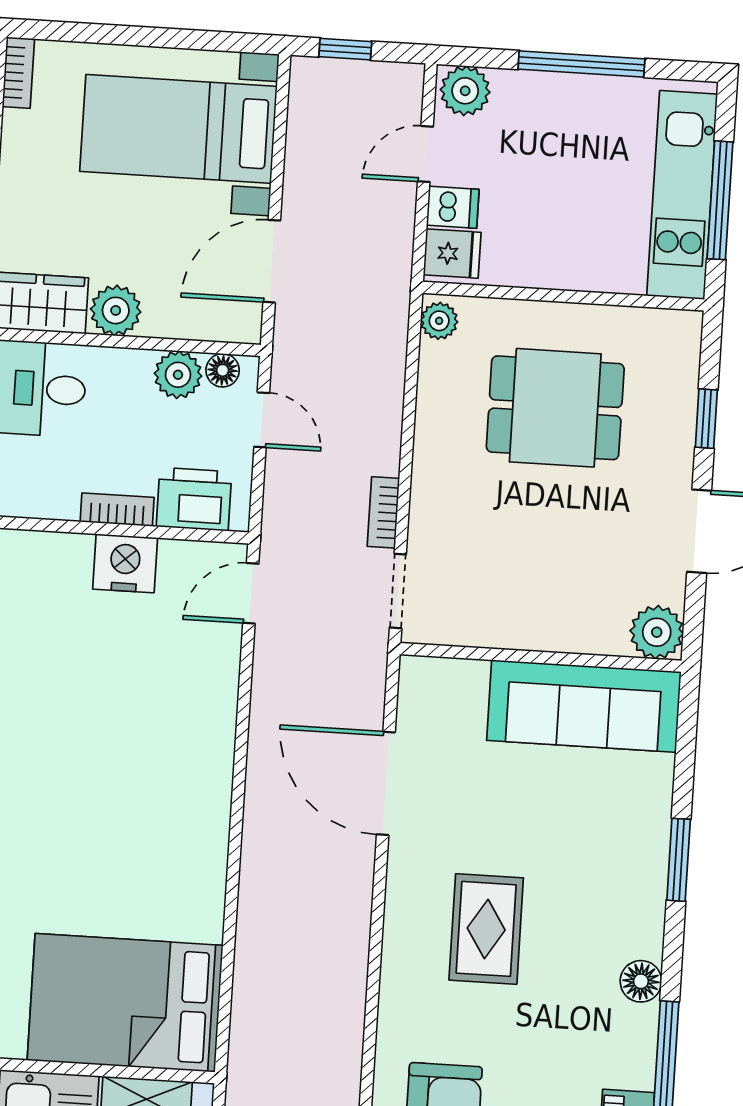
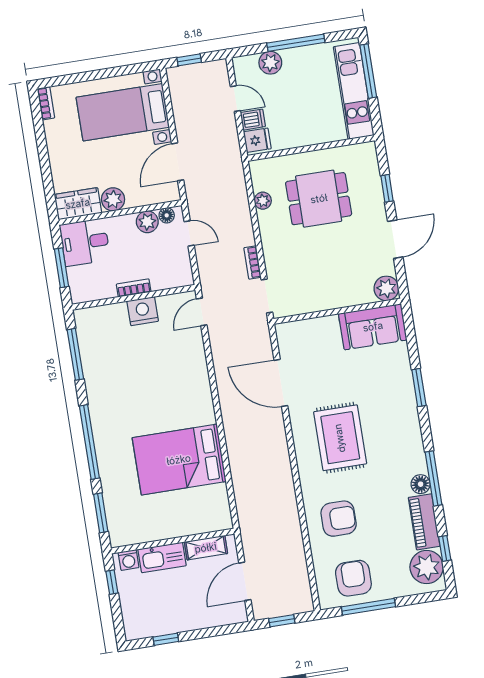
plant: (465, 91) -> (270, 63), moved
door: (425, 154) -> (235, 99), swing flipped
window: (720, 200) -> (368, 71), moved
plant: (439, 321) -> (263, 201), moved
printer: (194, 499) -> (167, 276), removed
sofa: (584, 706) -> (373, 327), width x0.73
rug: (486, 929) -> (340, 438), width x1.36, depth x1.43
floor lamp: (641, 981) -> (421, 484), moved
bed: (125, 1003) -> (179, 460), moved

